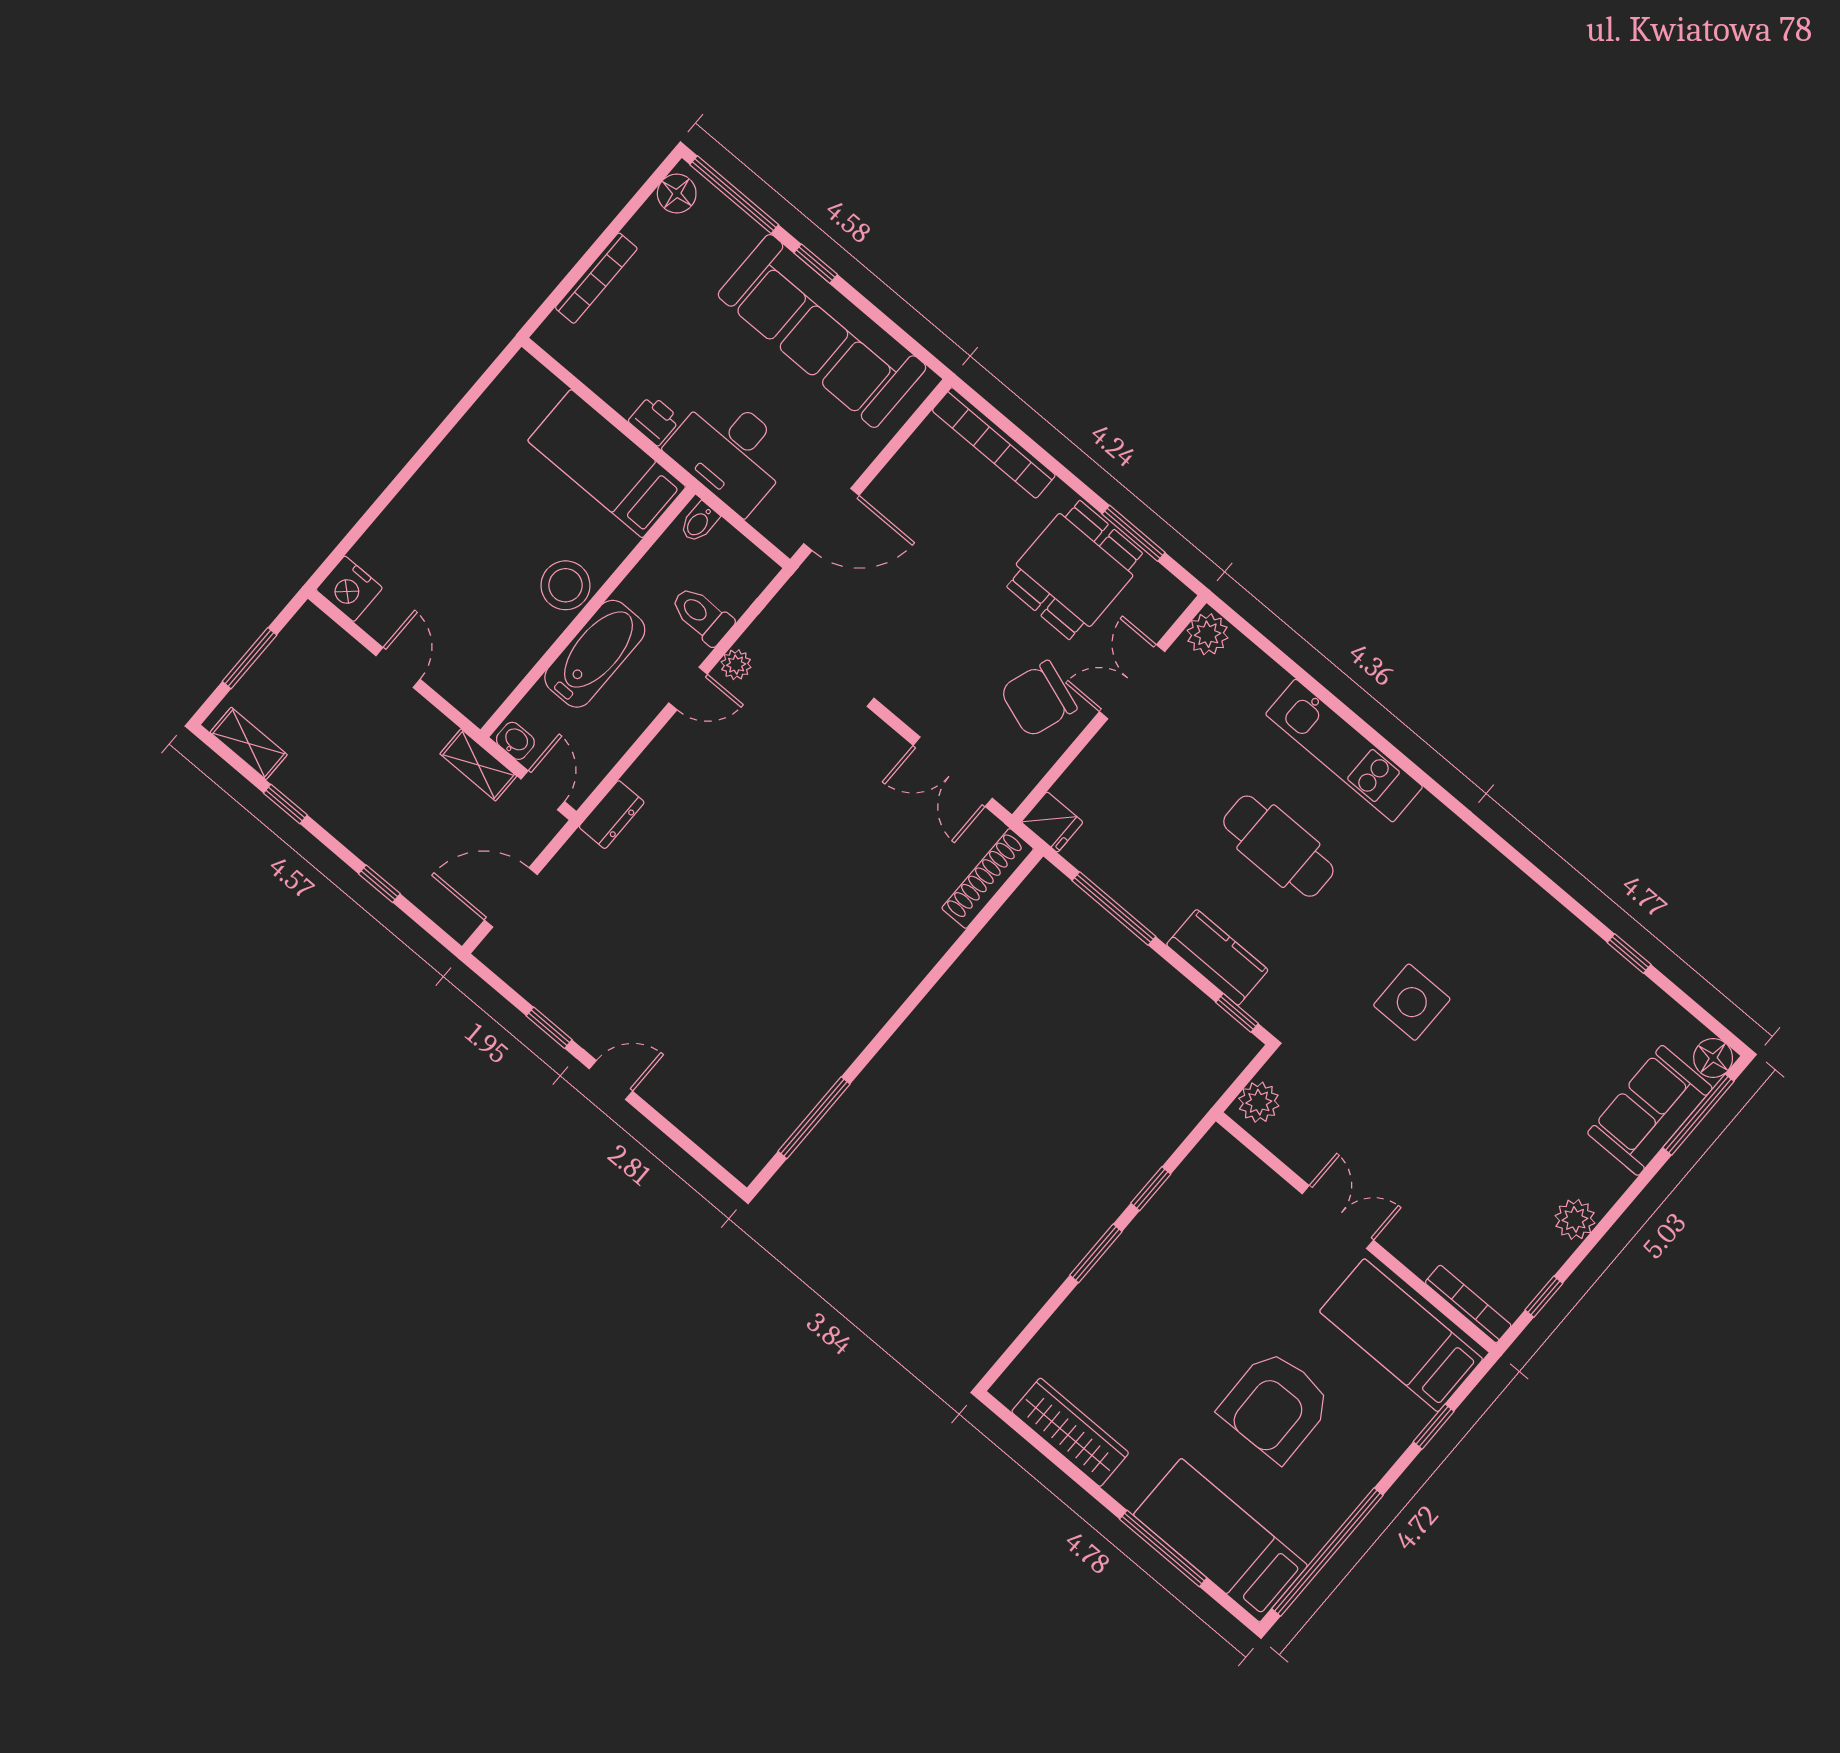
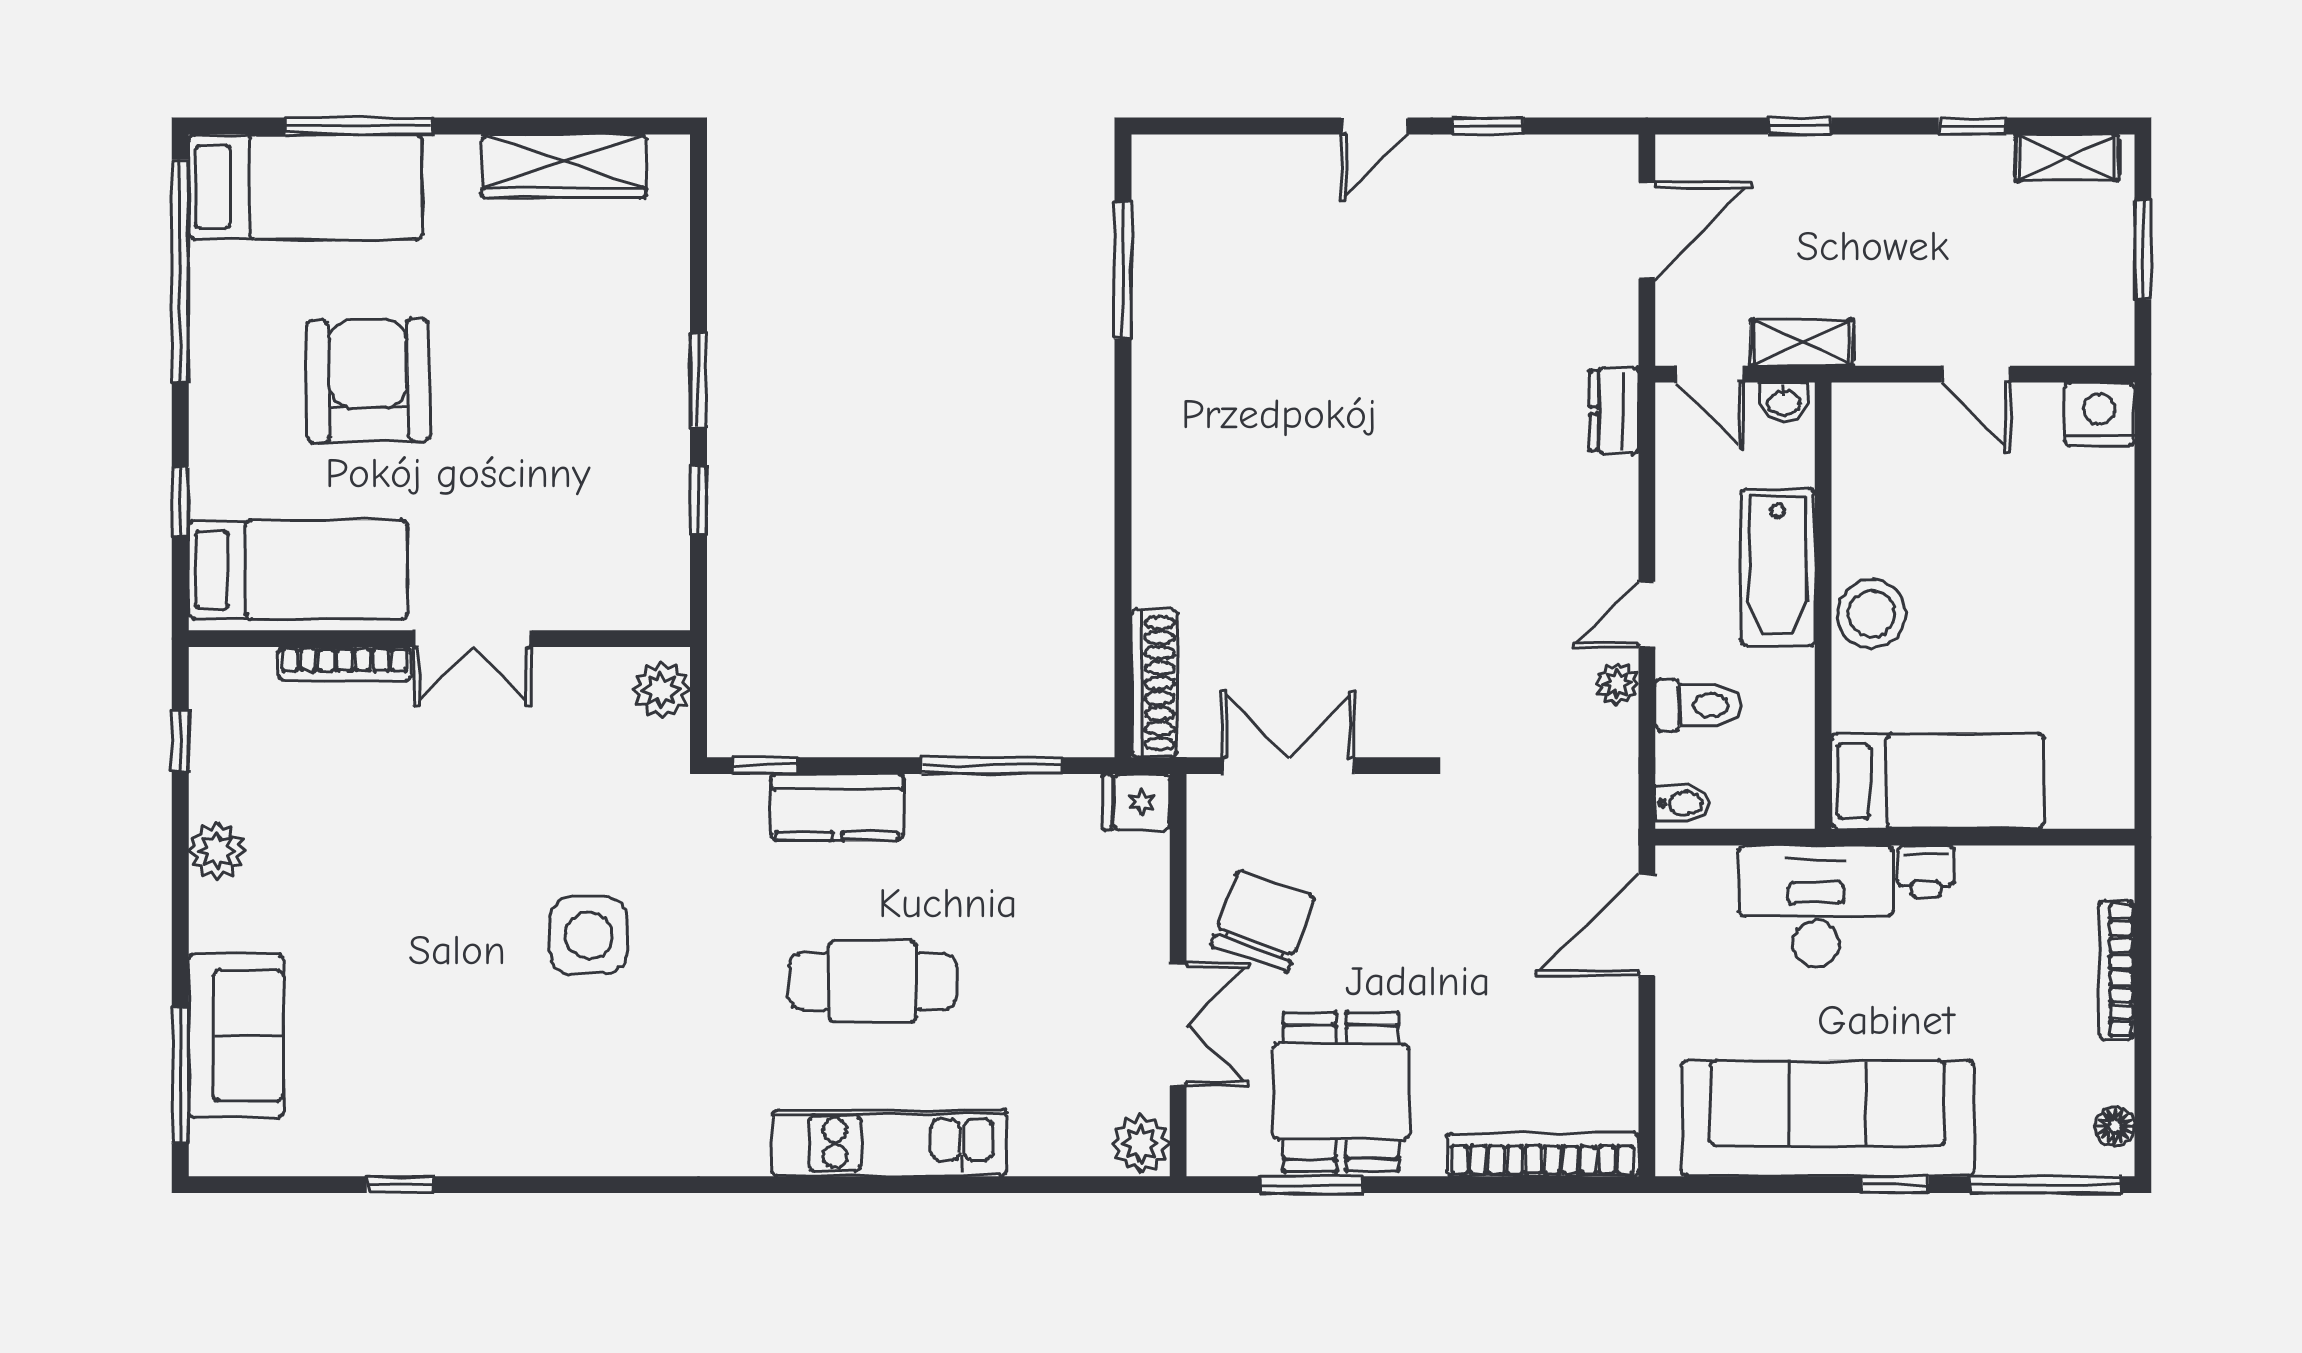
floor lamp: (677, 194) -> (2115, 1126), width x0.73, depth x0.73
bidet: (699, 522) -> (1682, 803), moved, turned 90
floor lamp: (1713, 1058) -> (216, 1149), removed
bookcase: (1468, 1304) -> (345, 664), moved

